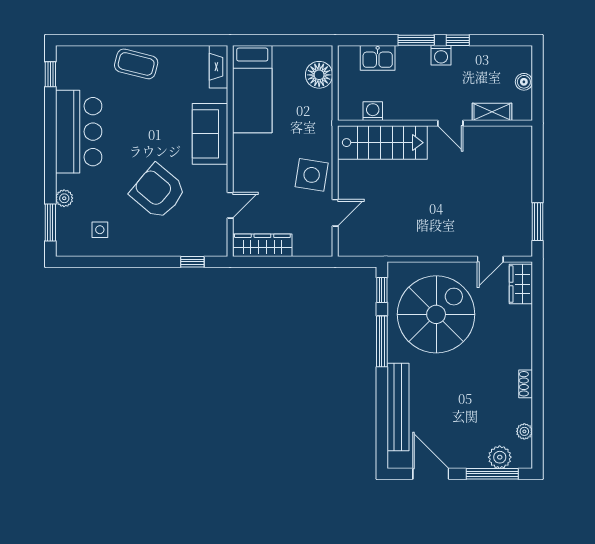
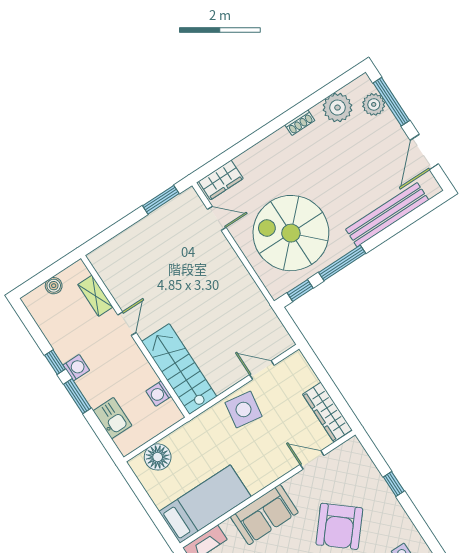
window: (192, 262) -> (394, 484), moved
plant: (524, 431) -> (337, 108), width x1.88, depth x1.88

